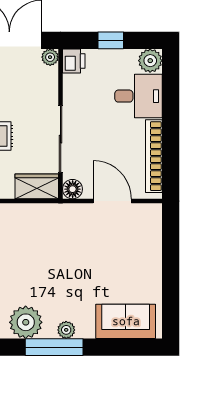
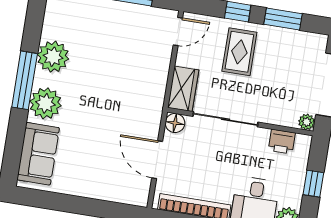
printer: (74, 61) -> (282, 142), moved
door: (112, 201) -> (157, 160), swing flipped
plant: (66, 330) -> (45, 103), width x1.88, depth x1.88

